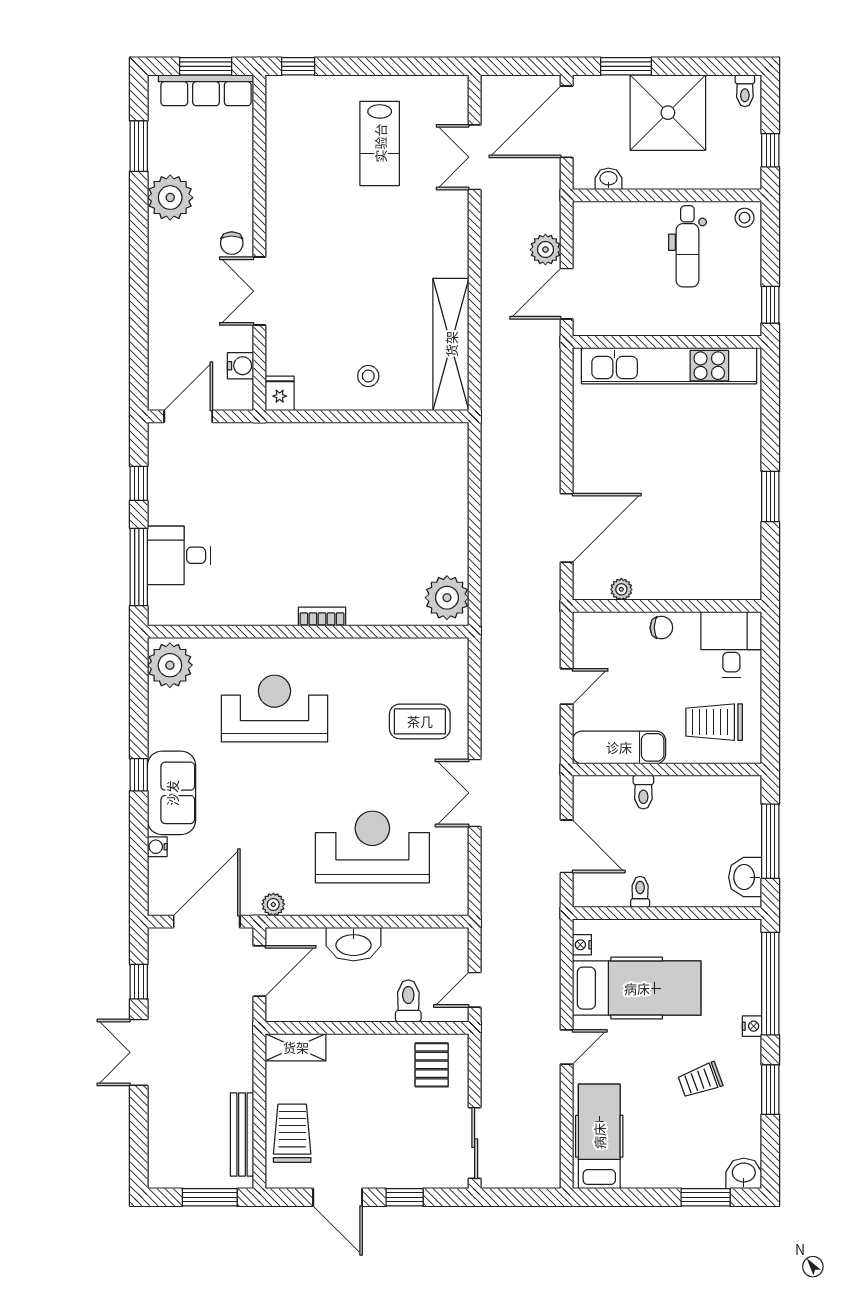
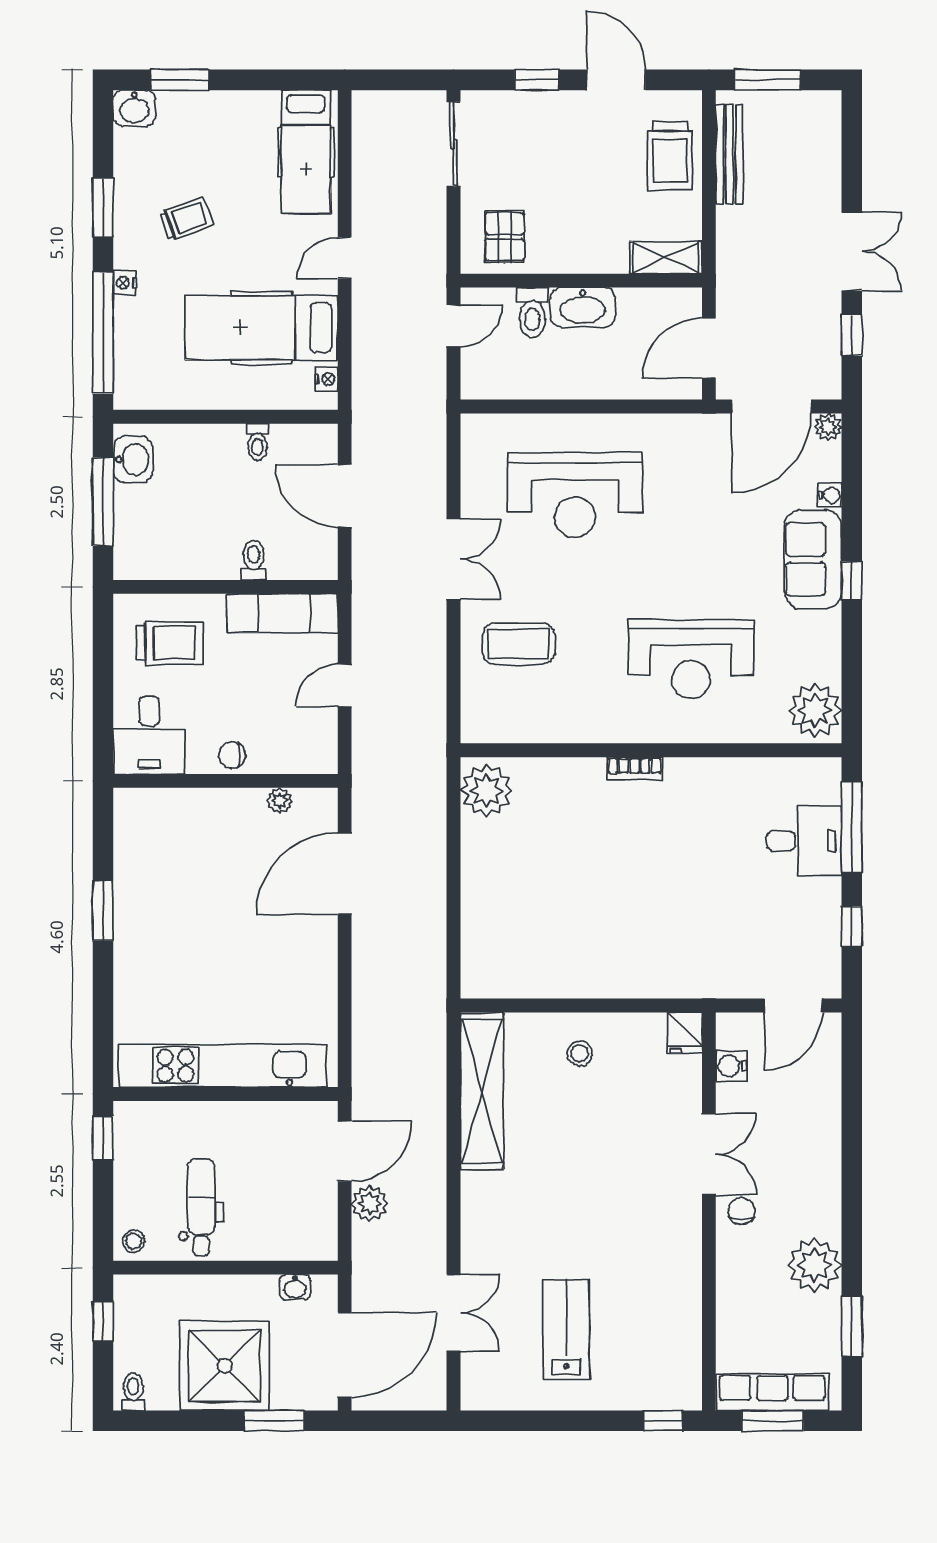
plant: (273, 904) -> (828, 427), moved
washbasin: (354, 944) -> (583, 307), moved, turned 180

